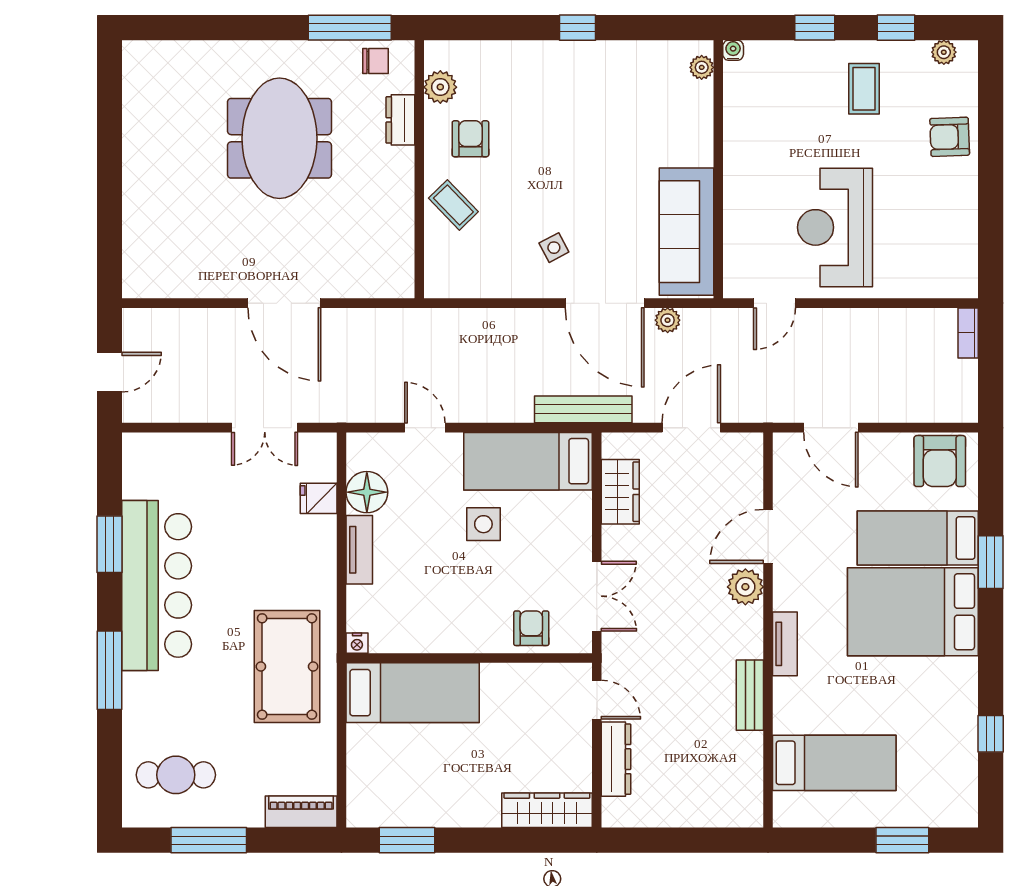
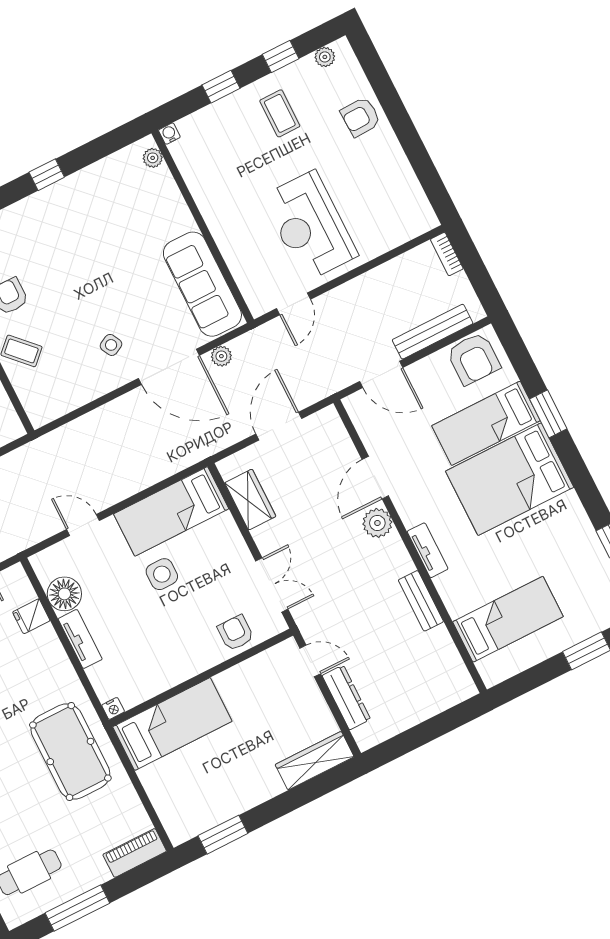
bench: (583, 409) -> (433, 332), moved

